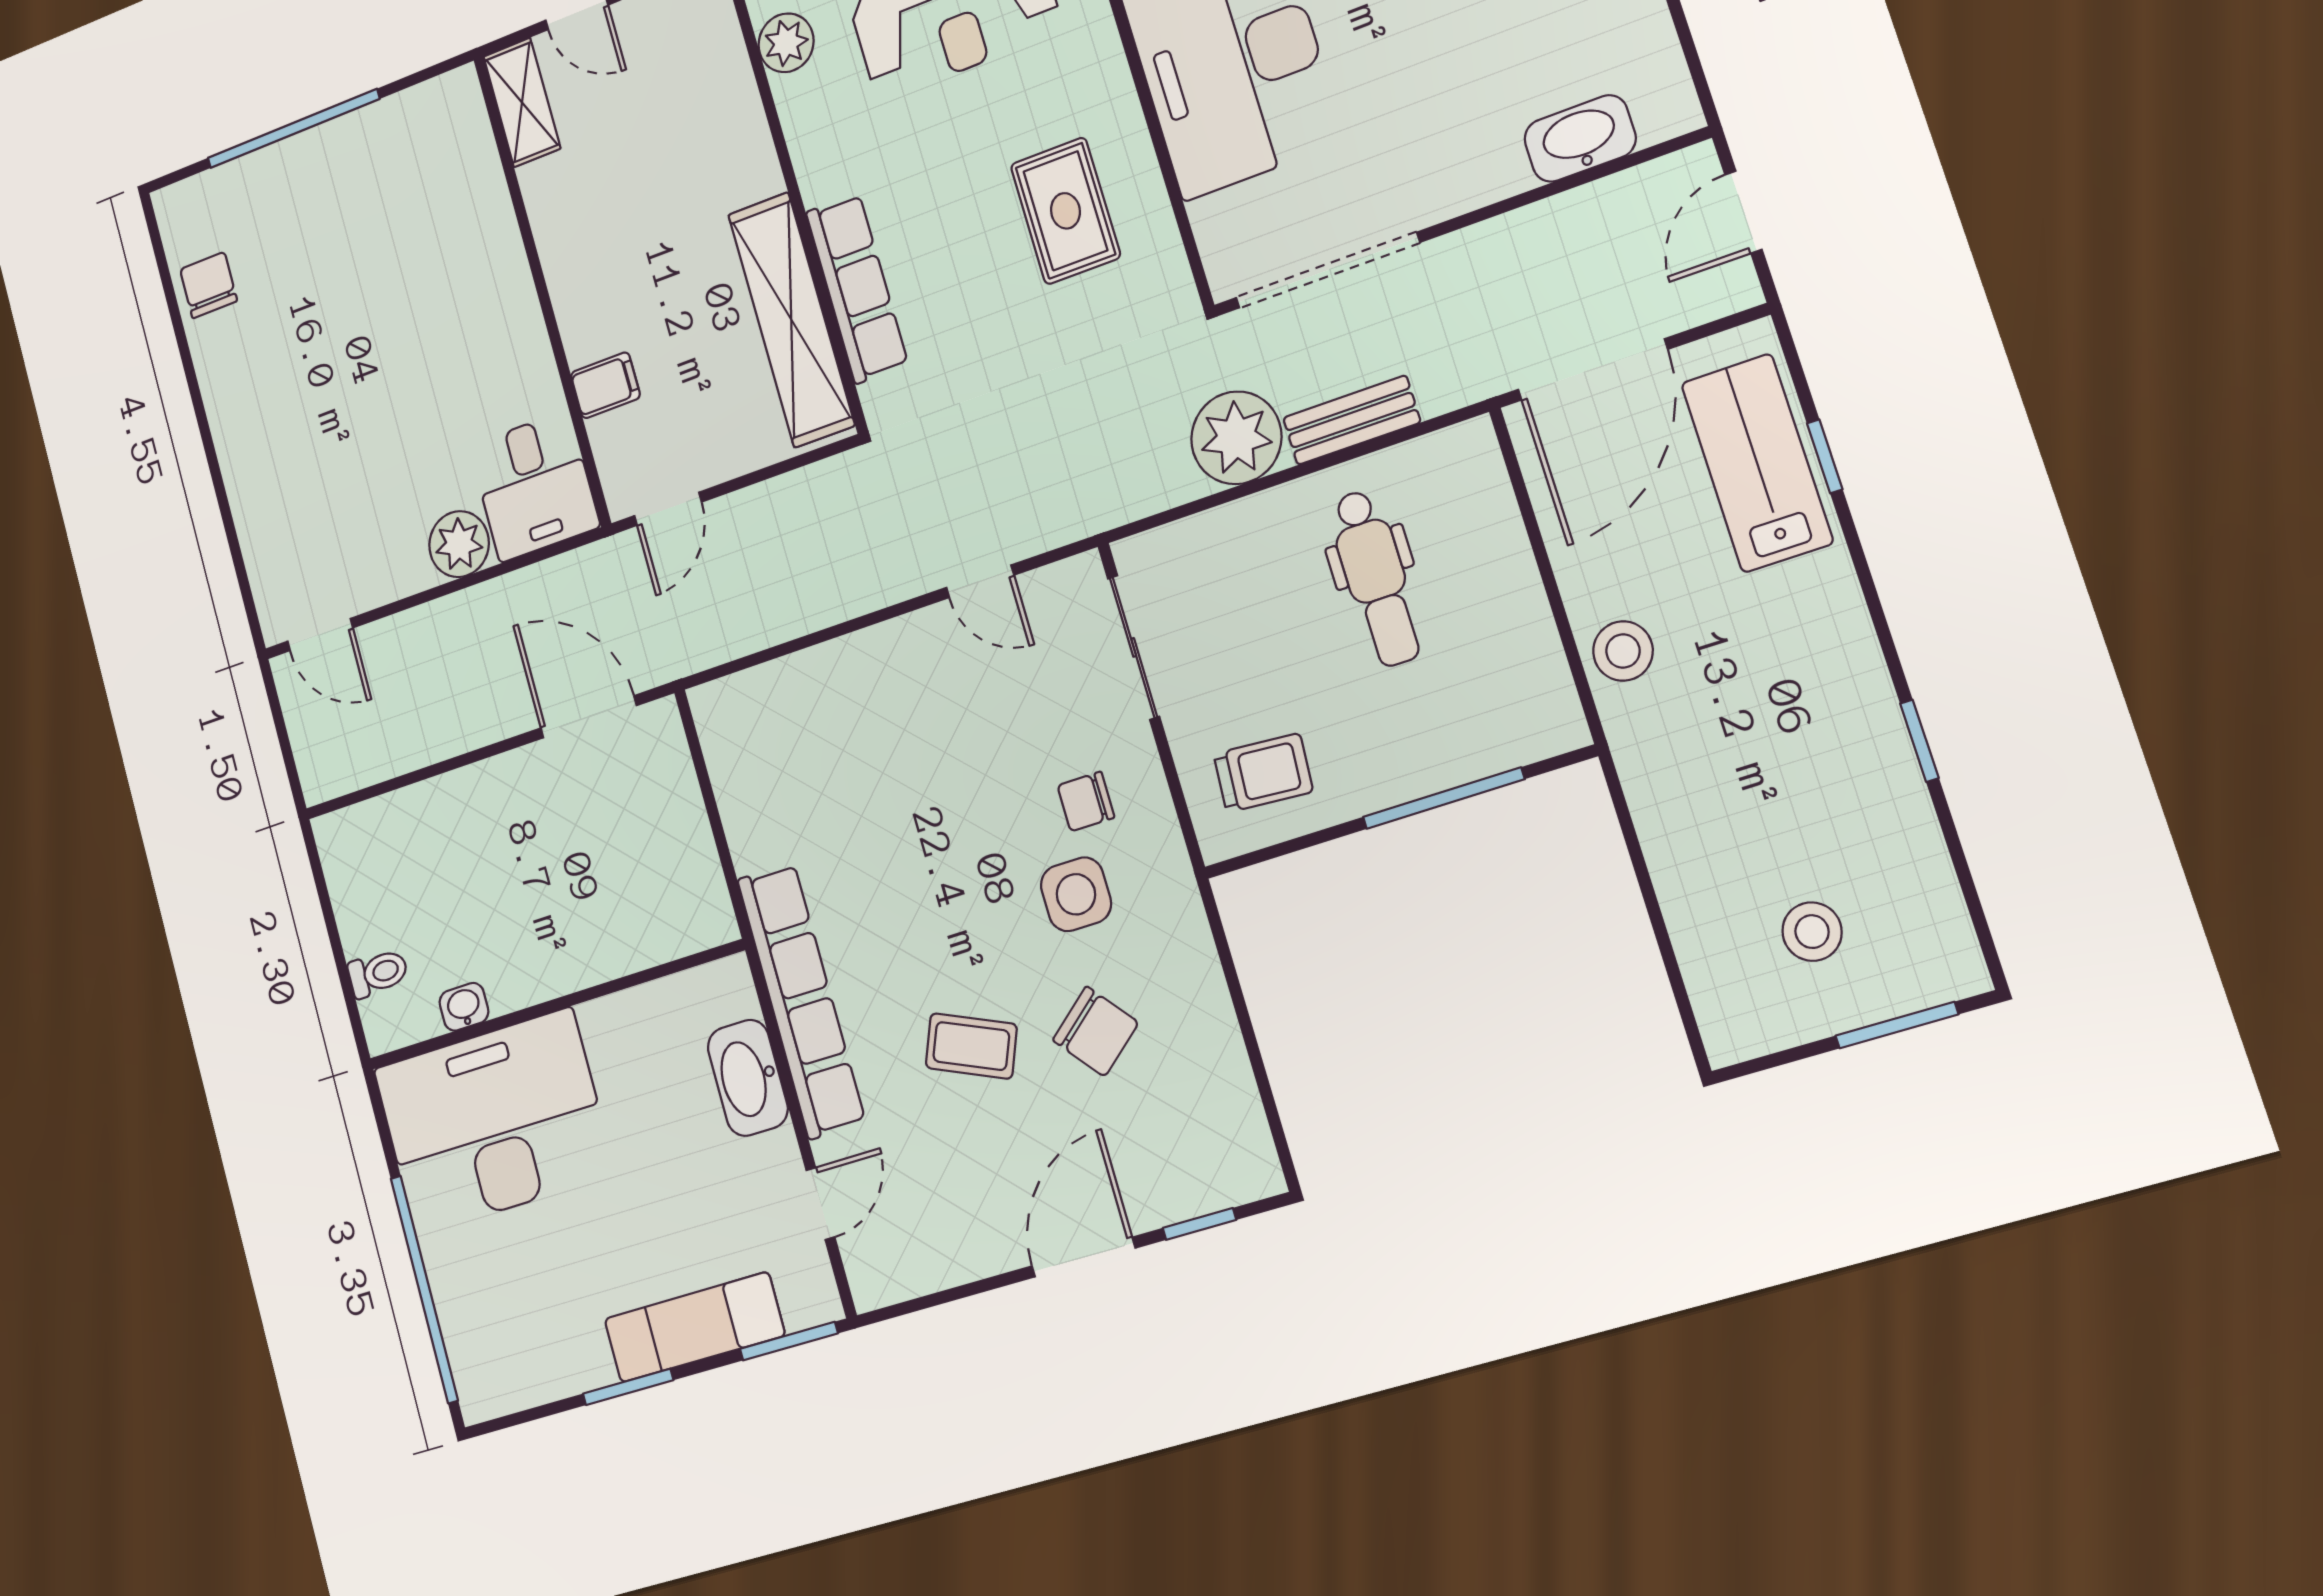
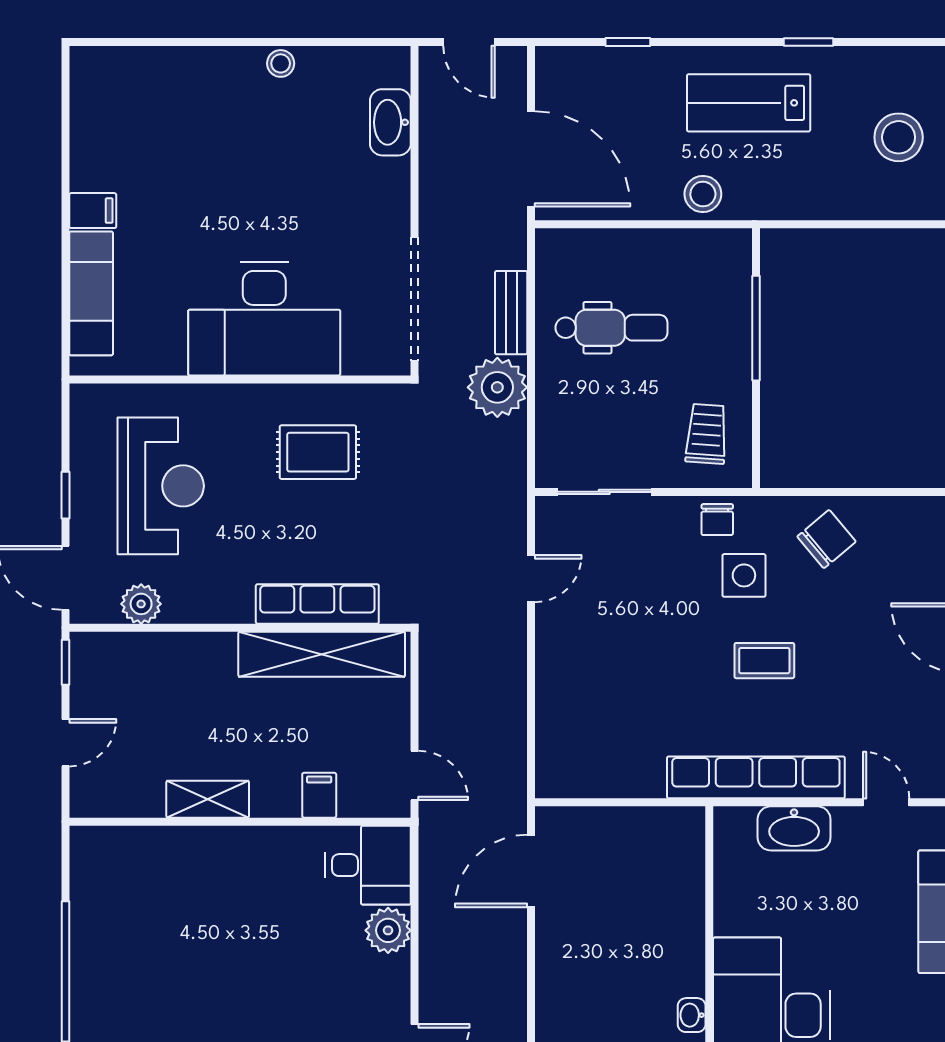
shelving: (522, 102) -> (208, 799), moved
lab bench: (1757, 463) -> (749, 103), moved
chair: (1086, 801) -> (717, 520), moved
stool: (1812, 932) -> (899, 137), width x1.38, depth x1.38
chair: (1096, 1031) -> (827, 539), moved
coffee table: (971, 1046) -> (764, 661), moved, turned 67

